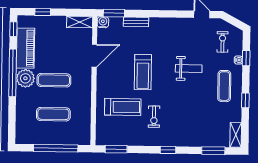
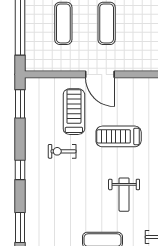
door: (94, 56) -> (100, 74), moved
treadmill: (123, 107) -> (74, 112), turned 180

